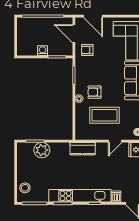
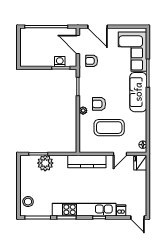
washing machine: (43, 51) -> (60, 62), moved
kitchen counter: (83, 149) -> (87, 161), width x1.50

